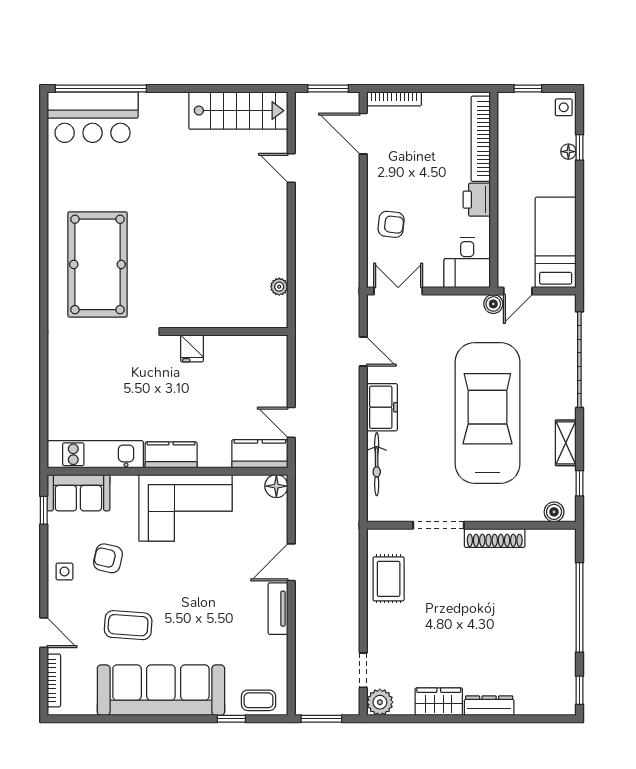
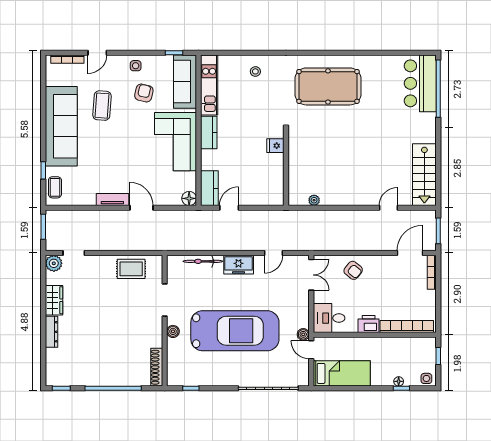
armchair: (391, 224) -> (353, 270), turned -57
stool: (74, 380) -> (255, 71), added
shelving: (566, 443) -> (216, 380), removed
sofa: (78, 493) -> (185, 82), width x1.36
boiler: (554, 512) -> (173, 331), moved
shoe rack: (495, 538) -> (157, 367), moved

